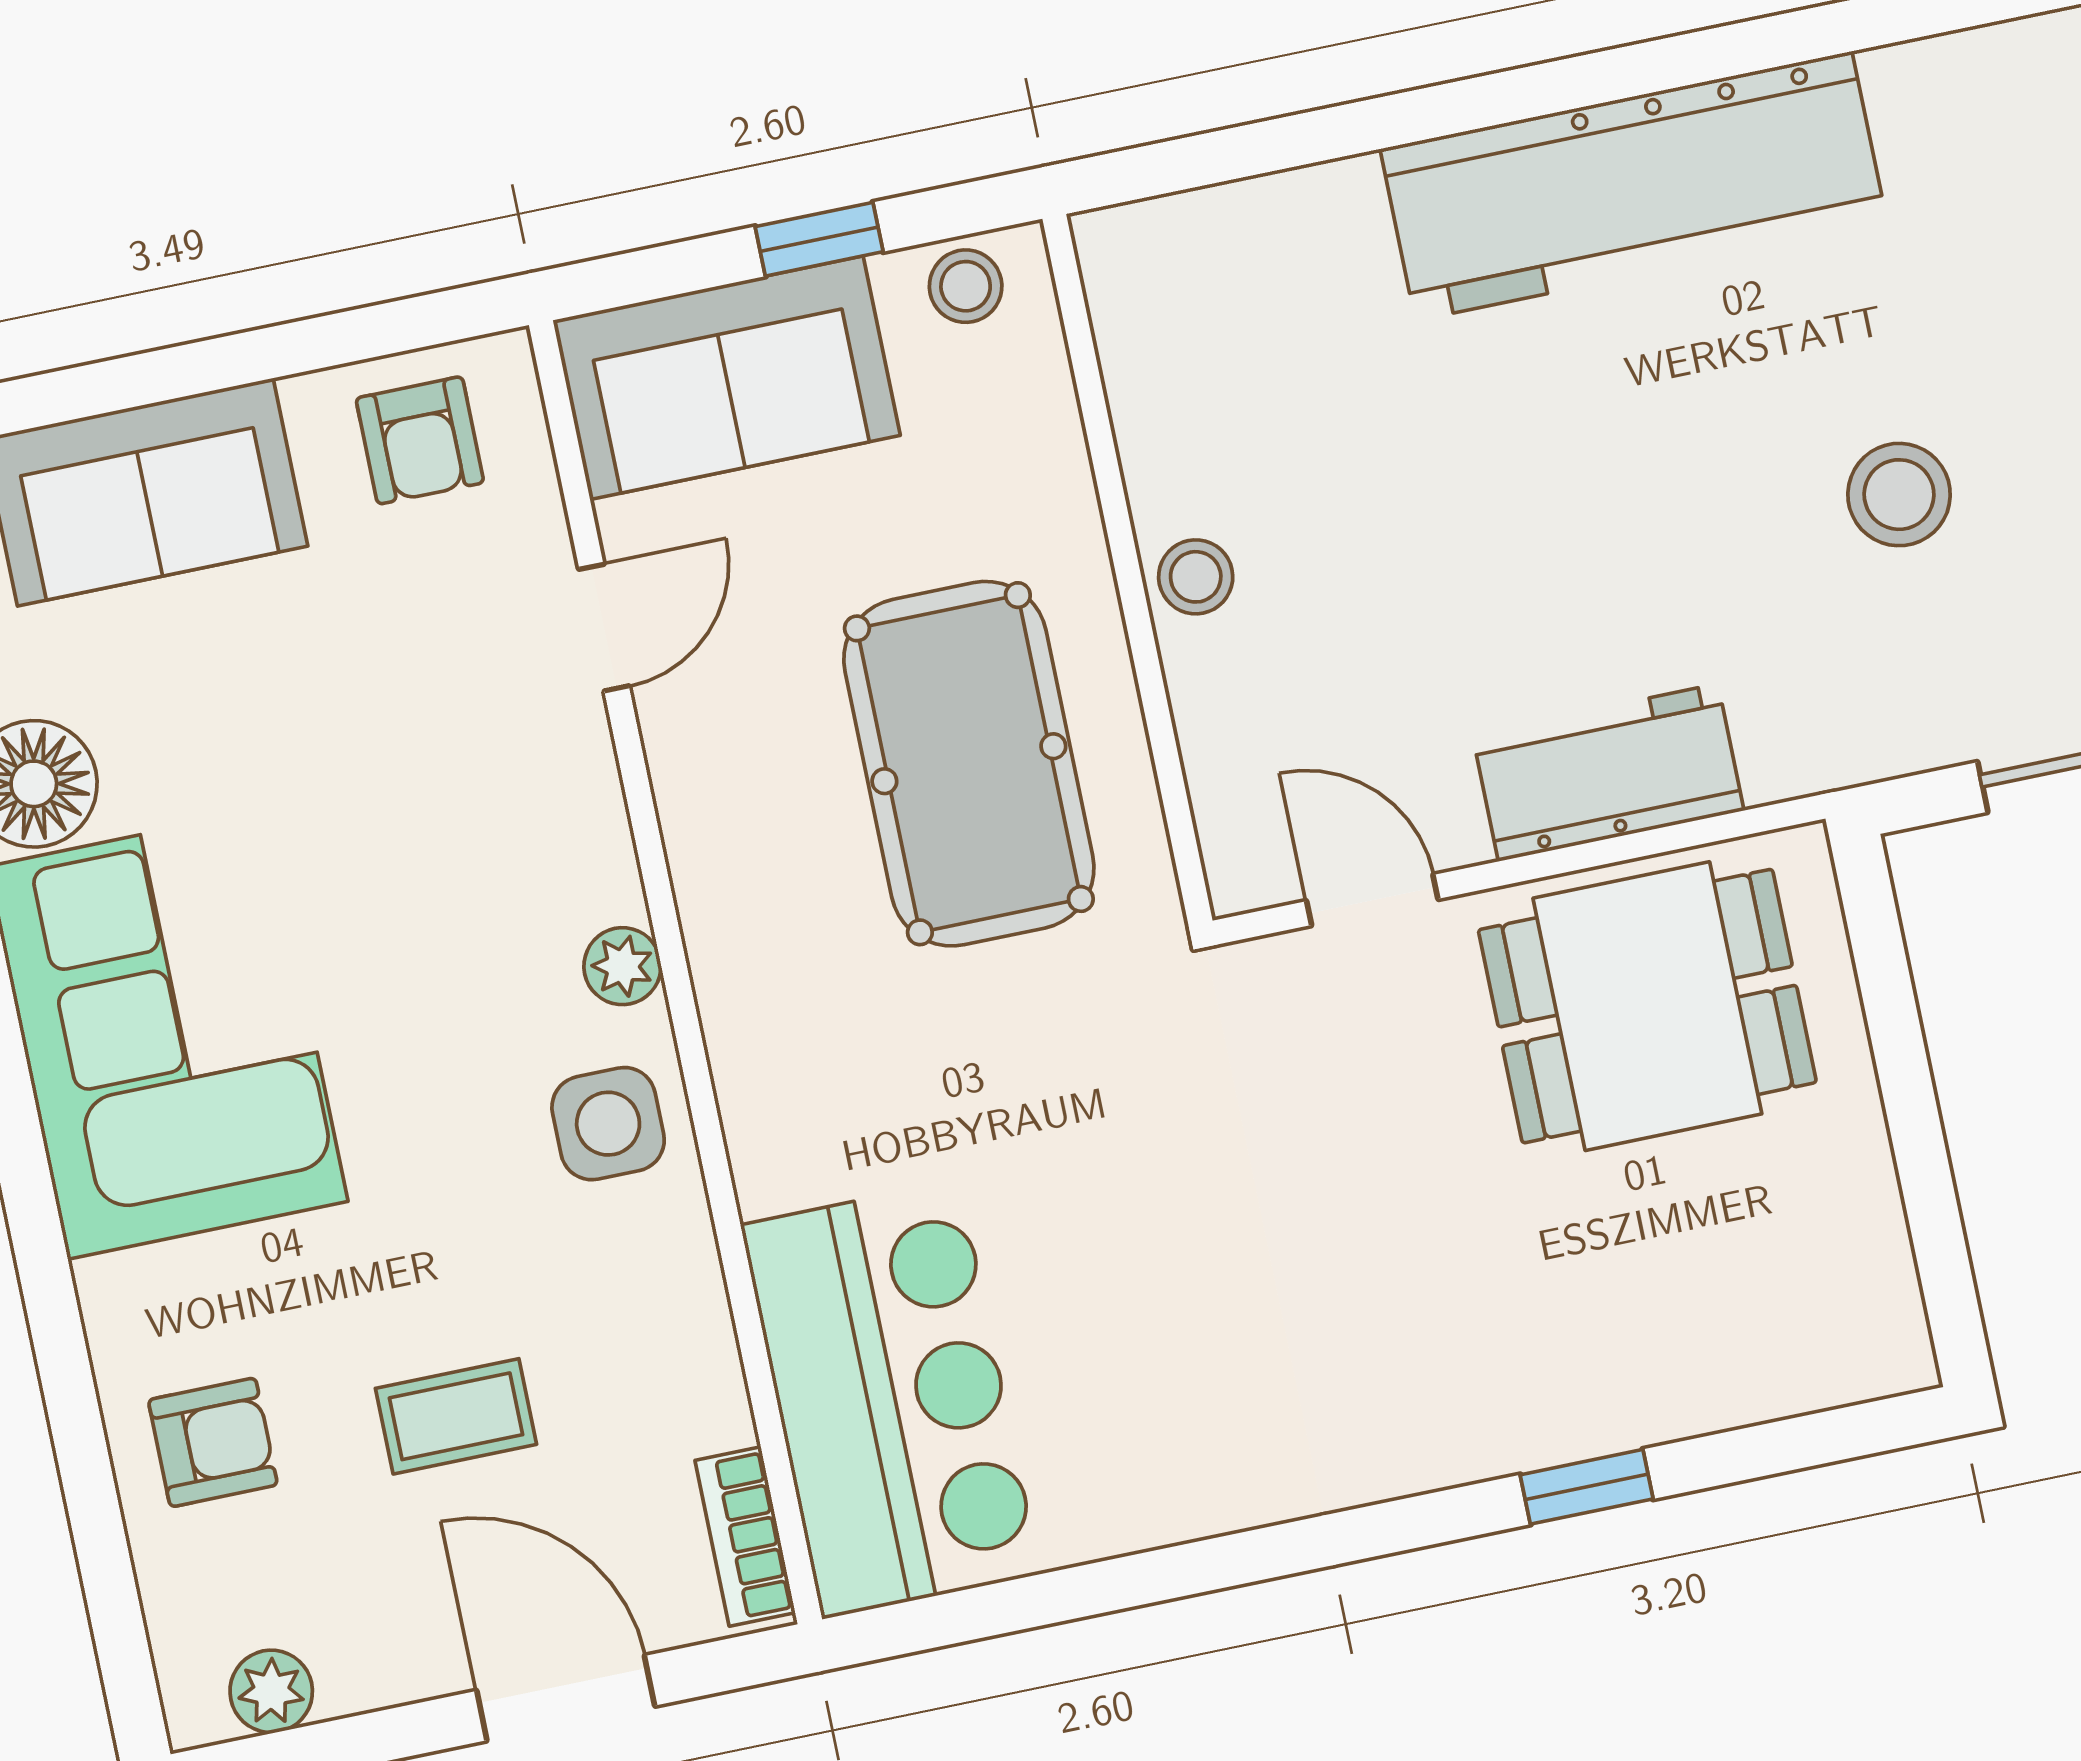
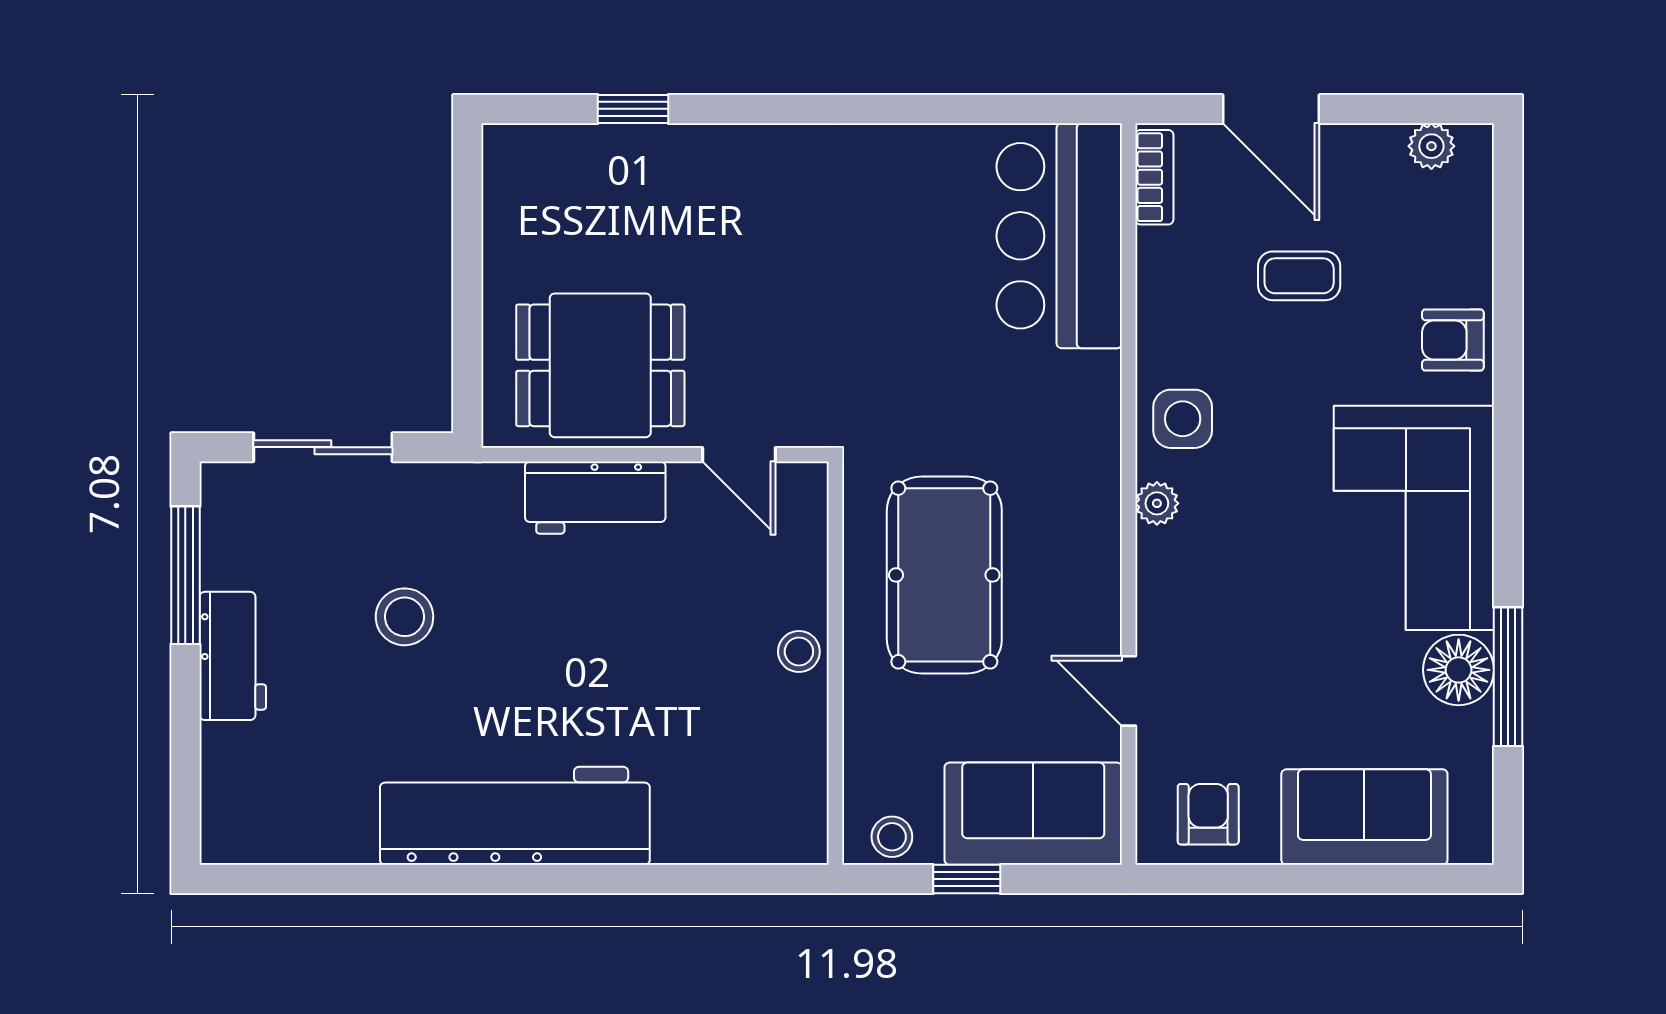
door: (604, 628) -> (1129, 691), hinge flipped
armchair: (213, 1442) -> (1453, 340), moved
window: (1587, 1487) -> (633, 109), moved

